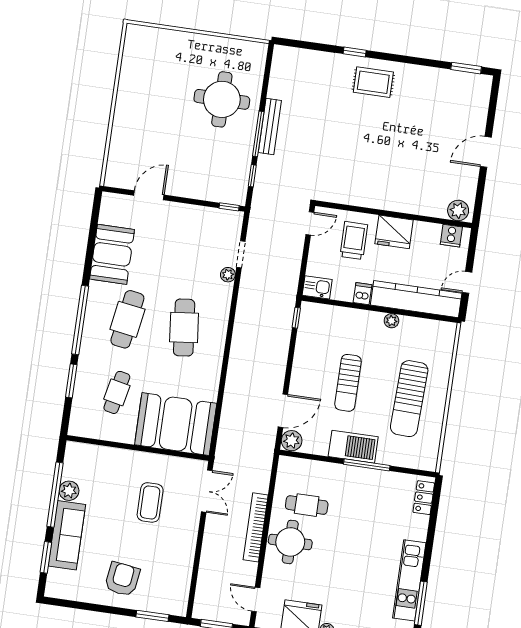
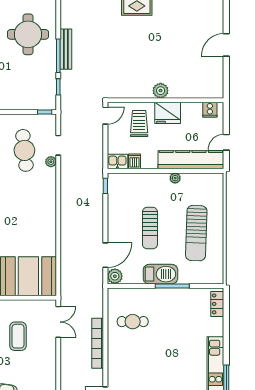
plant: (458, 210) -> (161, 91), moved
dishwasher: (362, 294) -> (134, 161), moved
cafe table: (184, 328) -> (24, 150), moved
round table: (290, 542) -> (125, 350), removed

